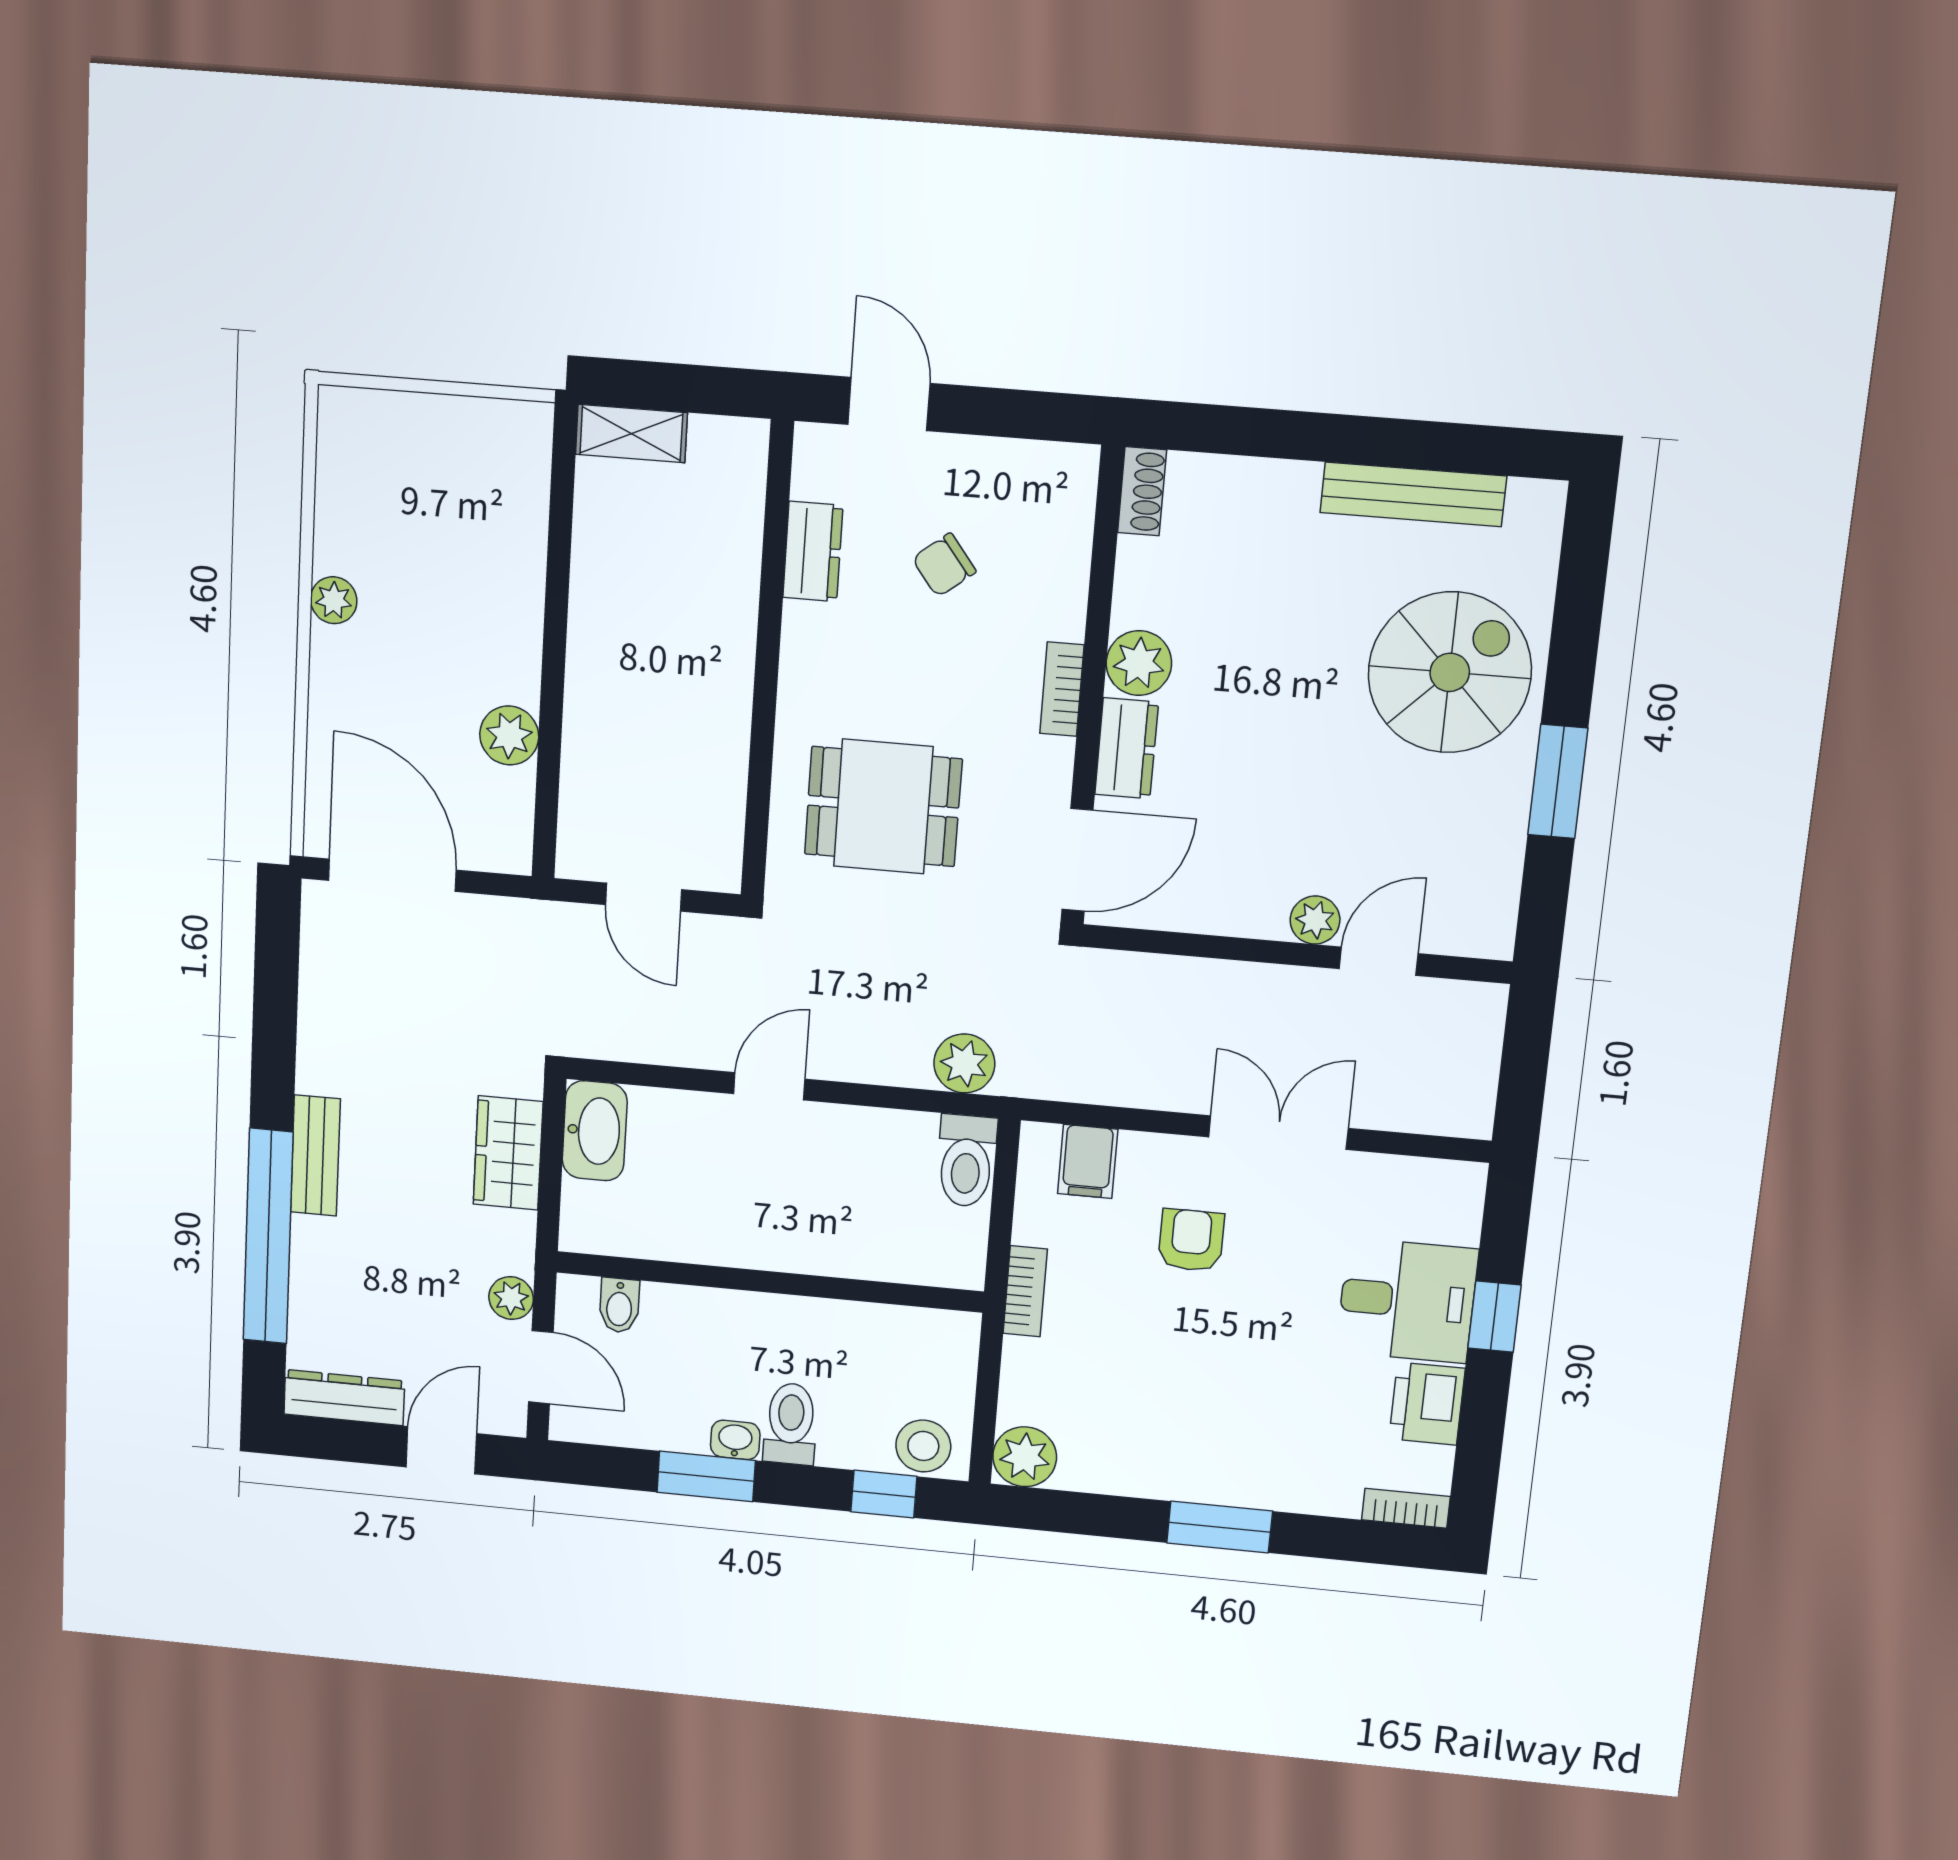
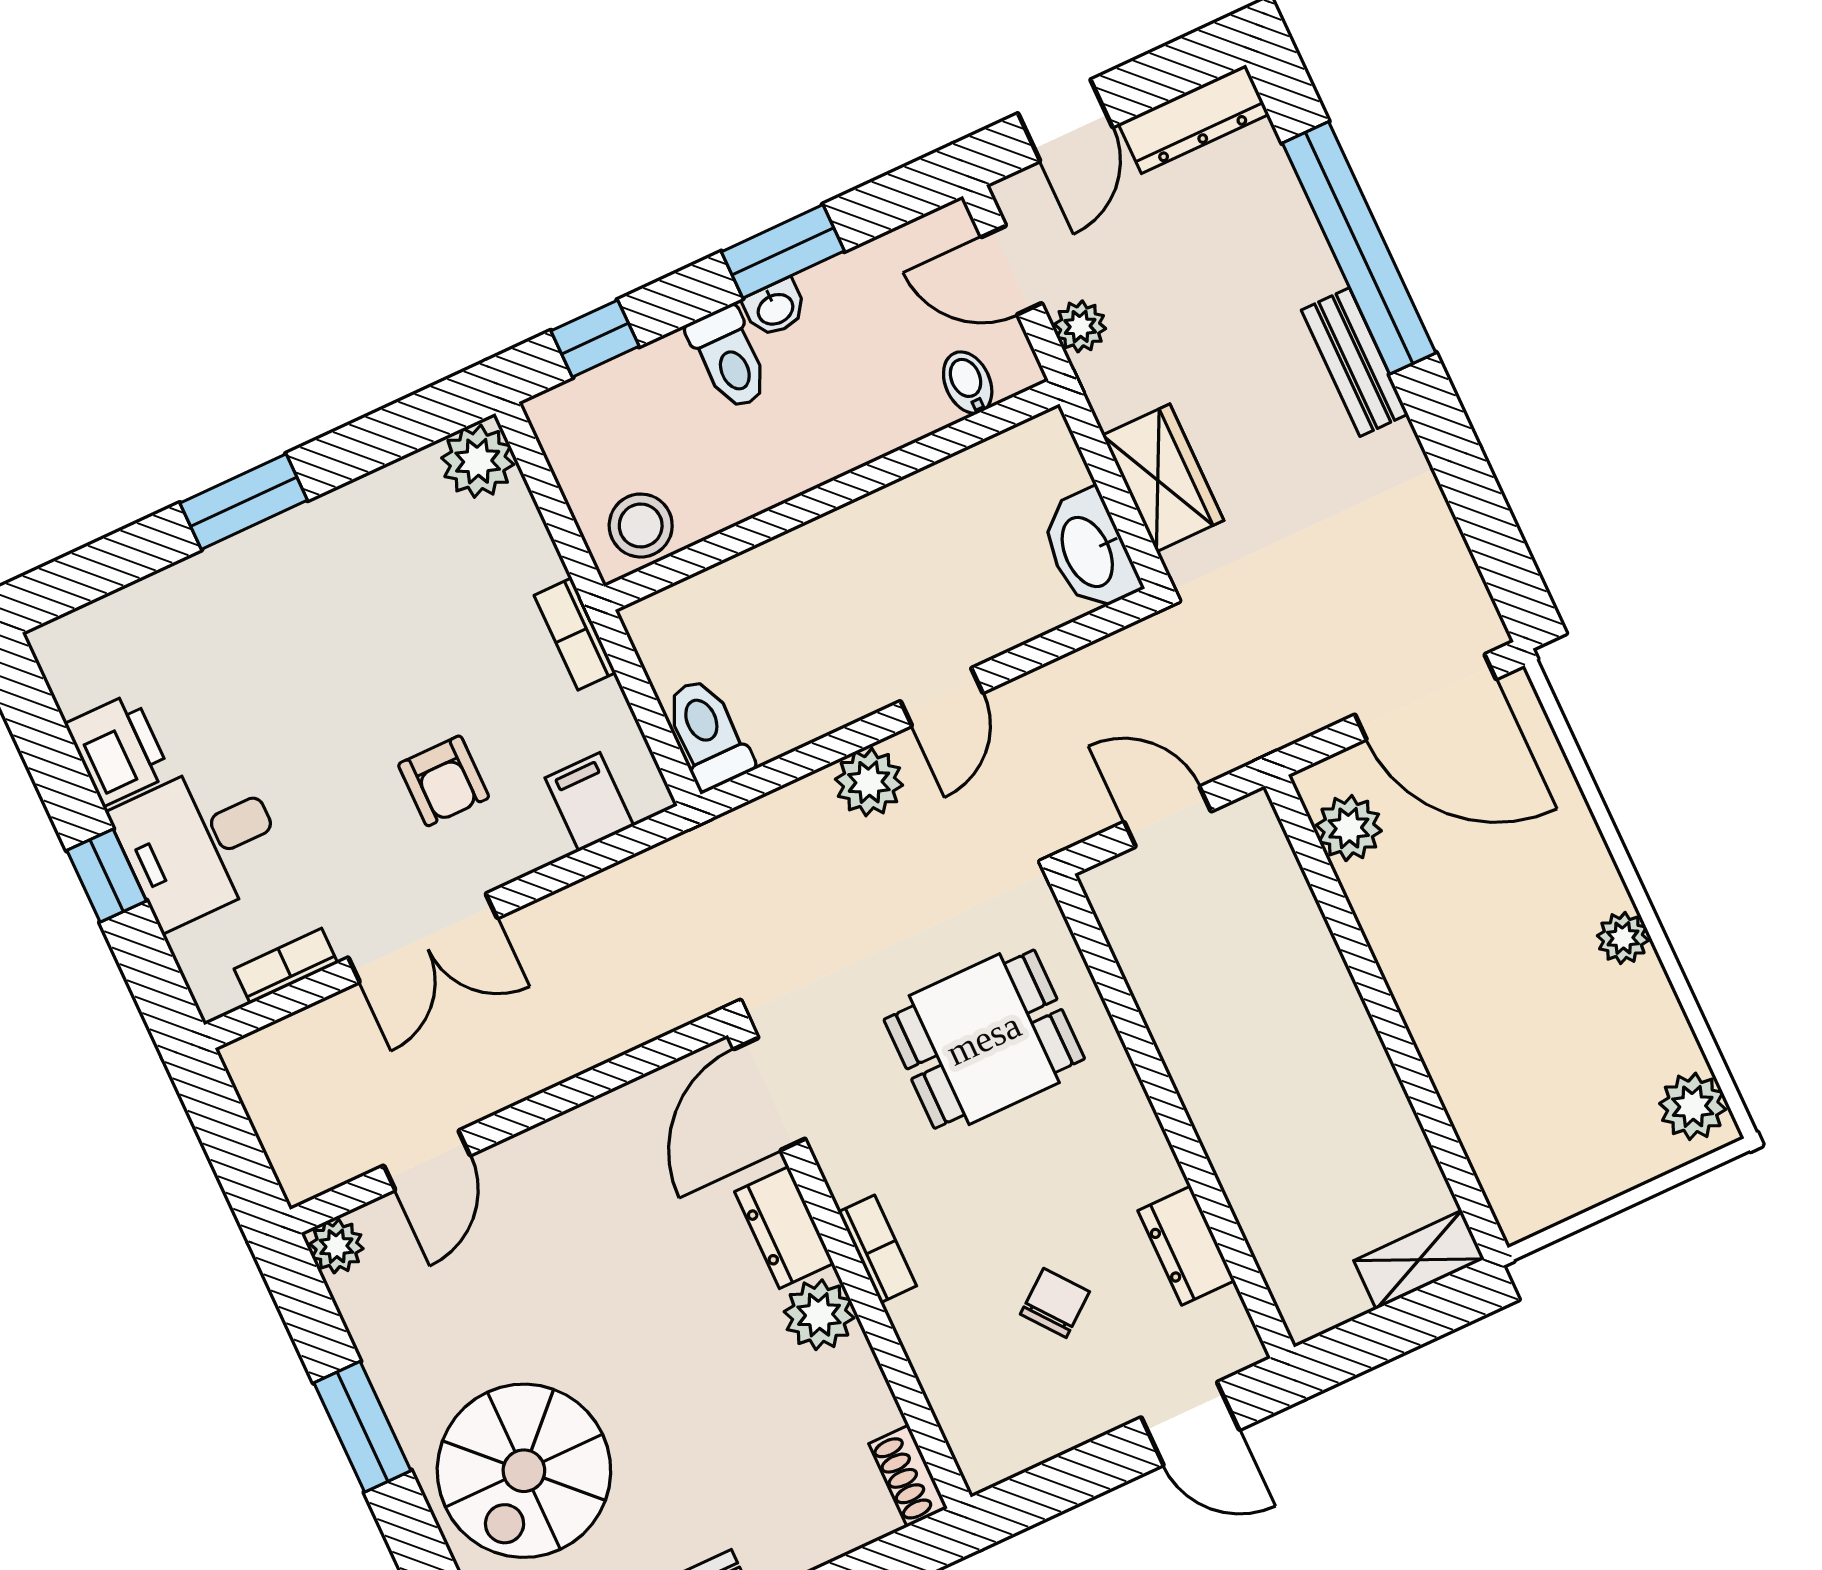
plant: (346, 434) -> (1693, 1106), added
plant: (509, 735) -> (1349, 828), moved
plant: (1315, 920) -> (336, 1246), moved
plant: (964, 1063) -> (869, 782), moved
stool: (923, 1446) -> (641, 526), moved
bookcase: (1406, 1508) -> (286, 966), moved, turned 180

